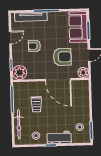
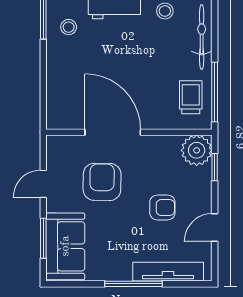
armchair: (62, 57) -> (102, 182), turned 91
plant: (83, 73) -> (57, 146), removed
trolley: (36, 104) -> (191, 97), moved

